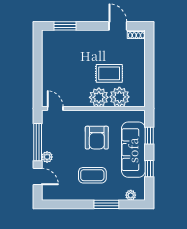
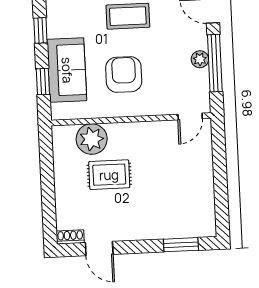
plant: (99, 97) -> (124, 137), removed
door: (55, 108) -> (190, 116), hinge flipped
sofa: (133, 150) -> (67, 70), width x0.73
plant: (47, 157) -> (200, 59), moved

